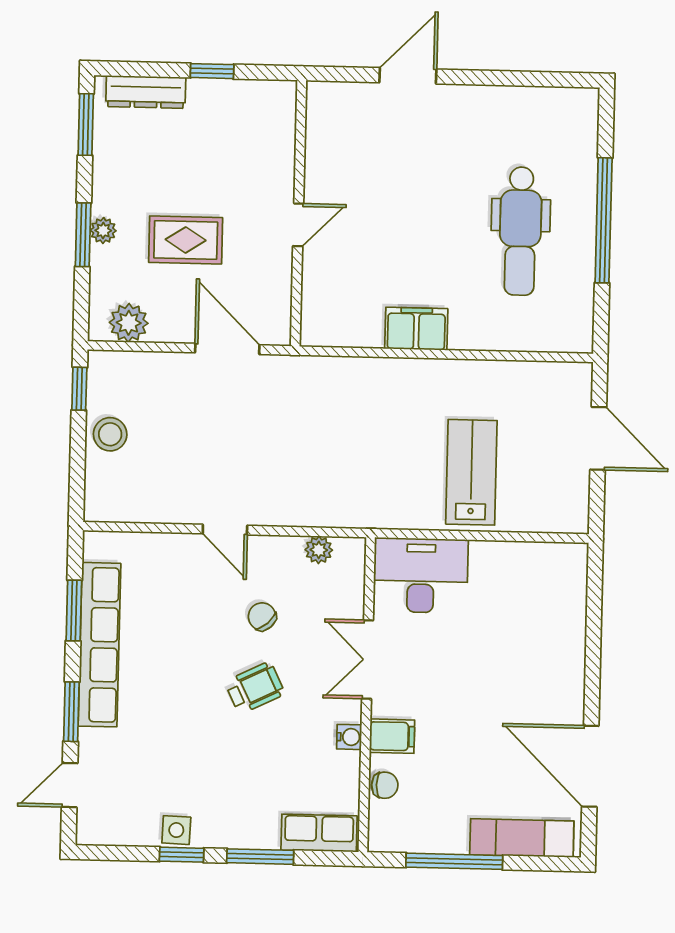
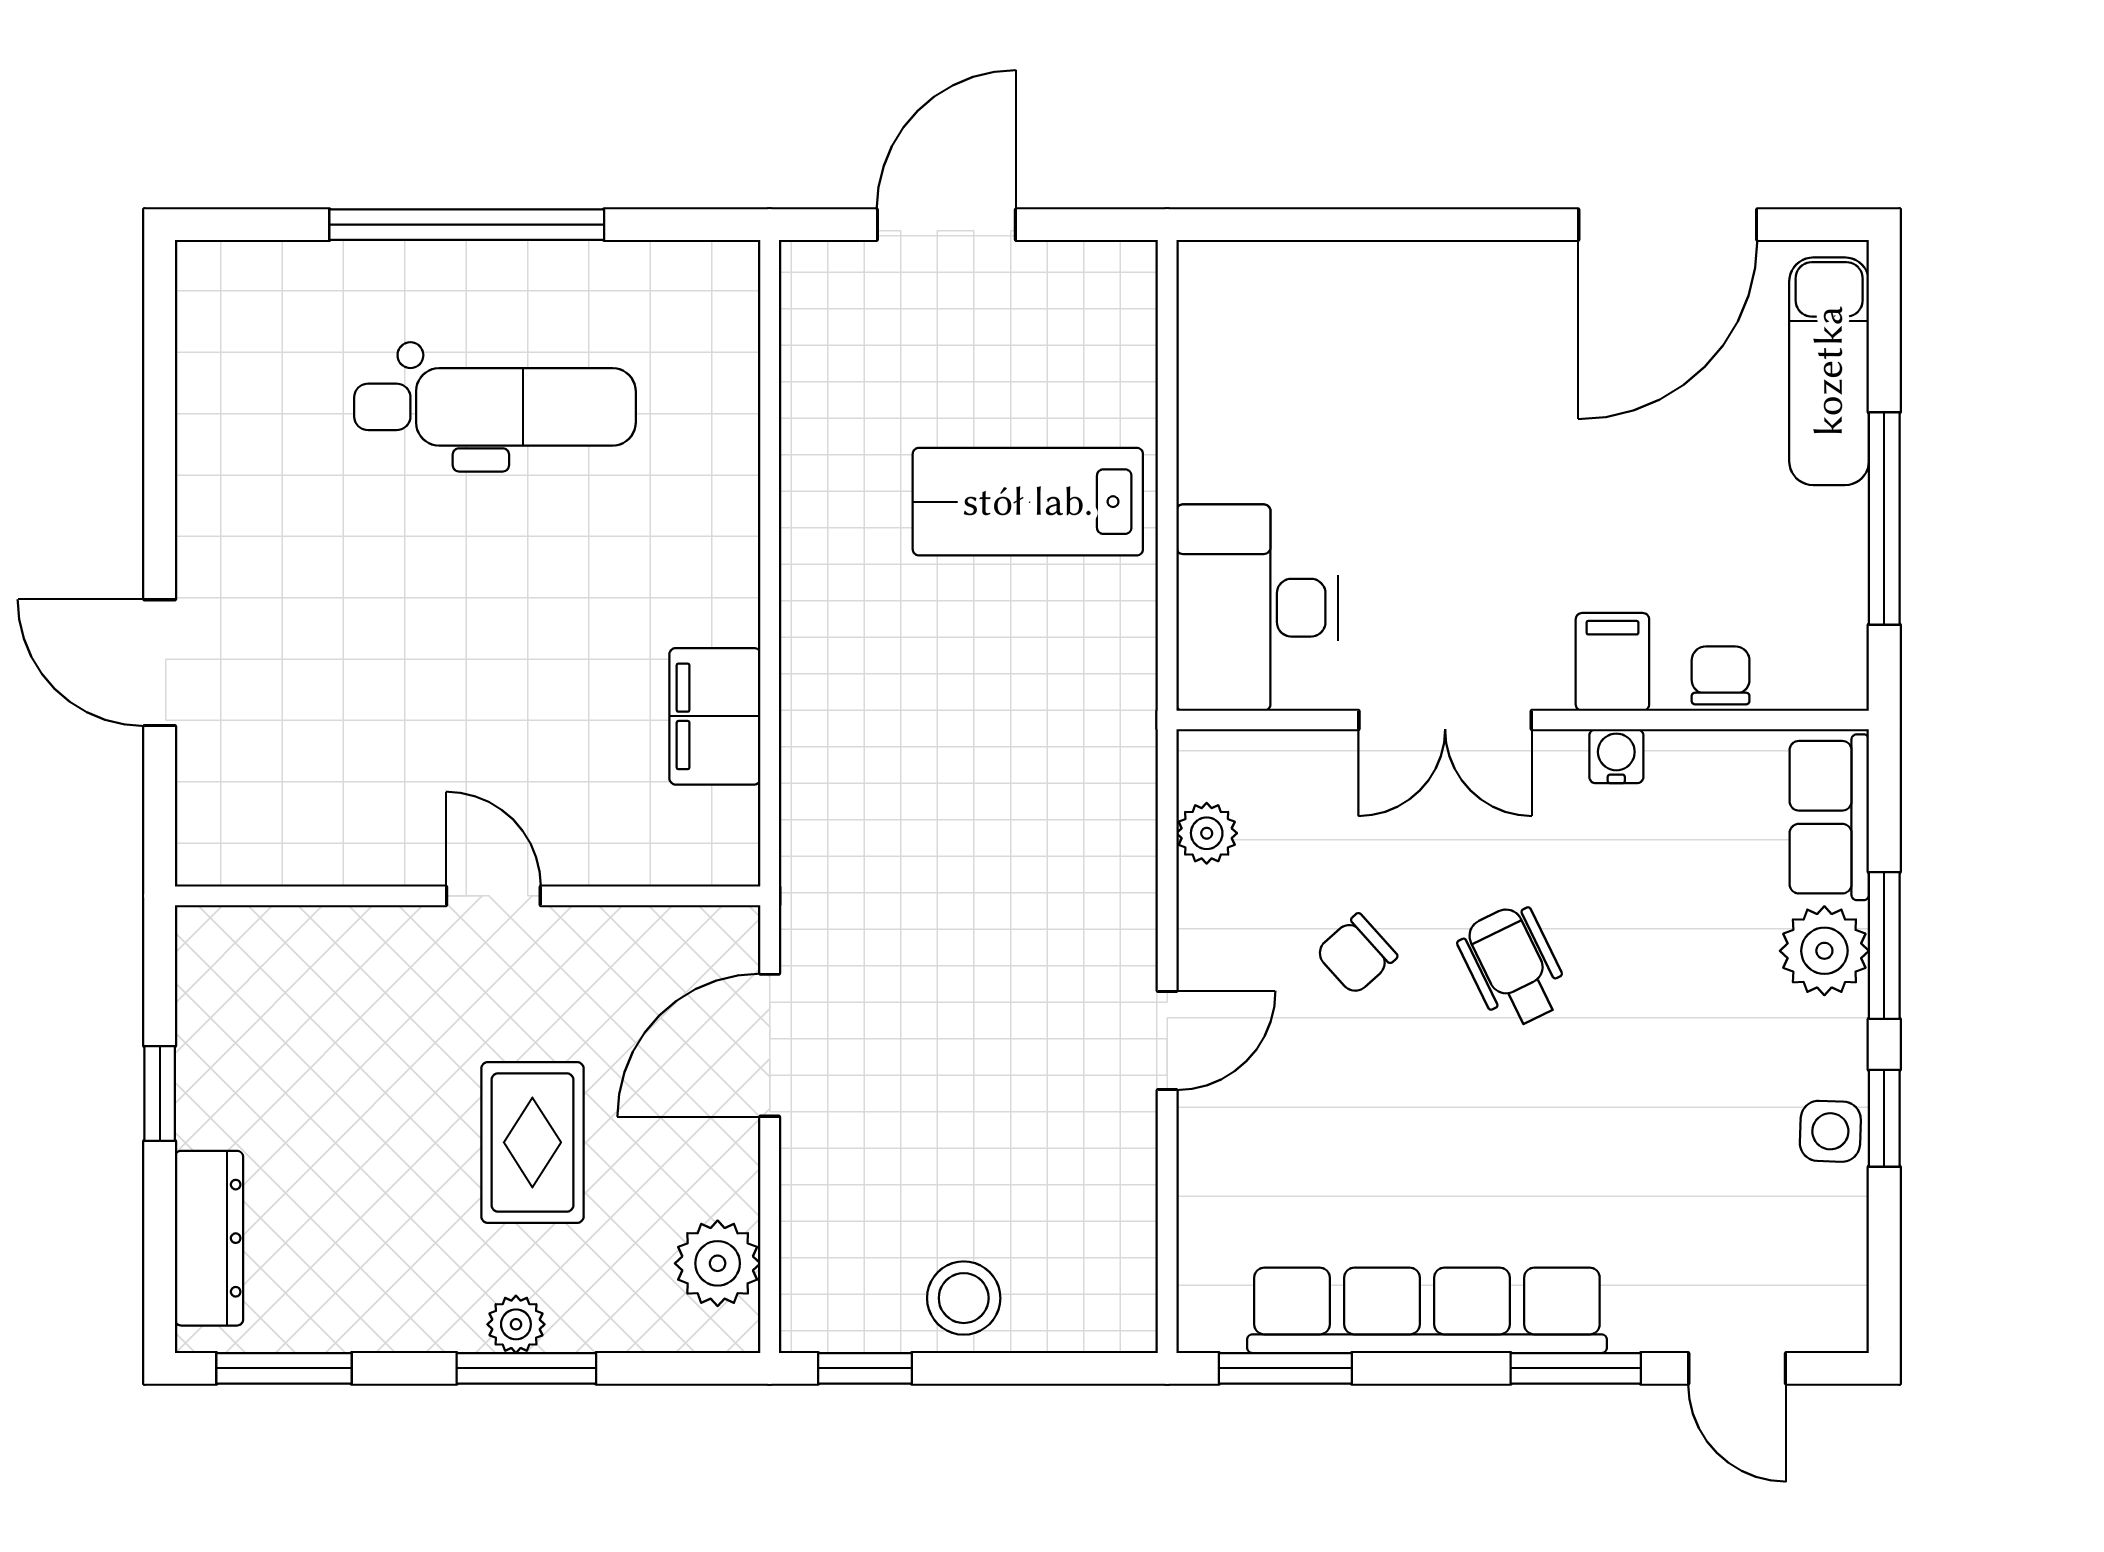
filing cabinet: (416, 329) -> (715, 716), moved
window: (74, 610) -> (1285, 1368), moved
plant: (258, 829) -> (1824, 951), added

